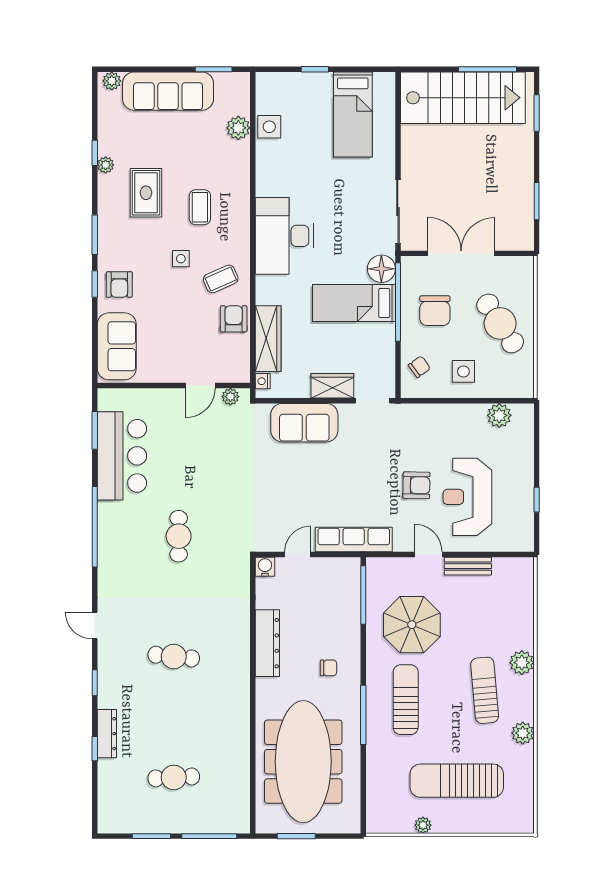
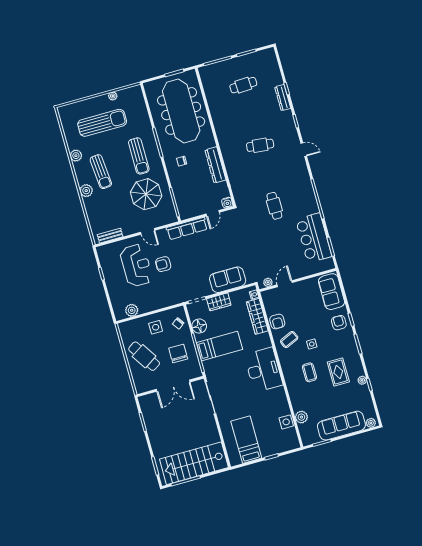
floor lamp: (381, 269) -> (199, 326), moved
bench: (468, 566) -> (110, 236), moved

